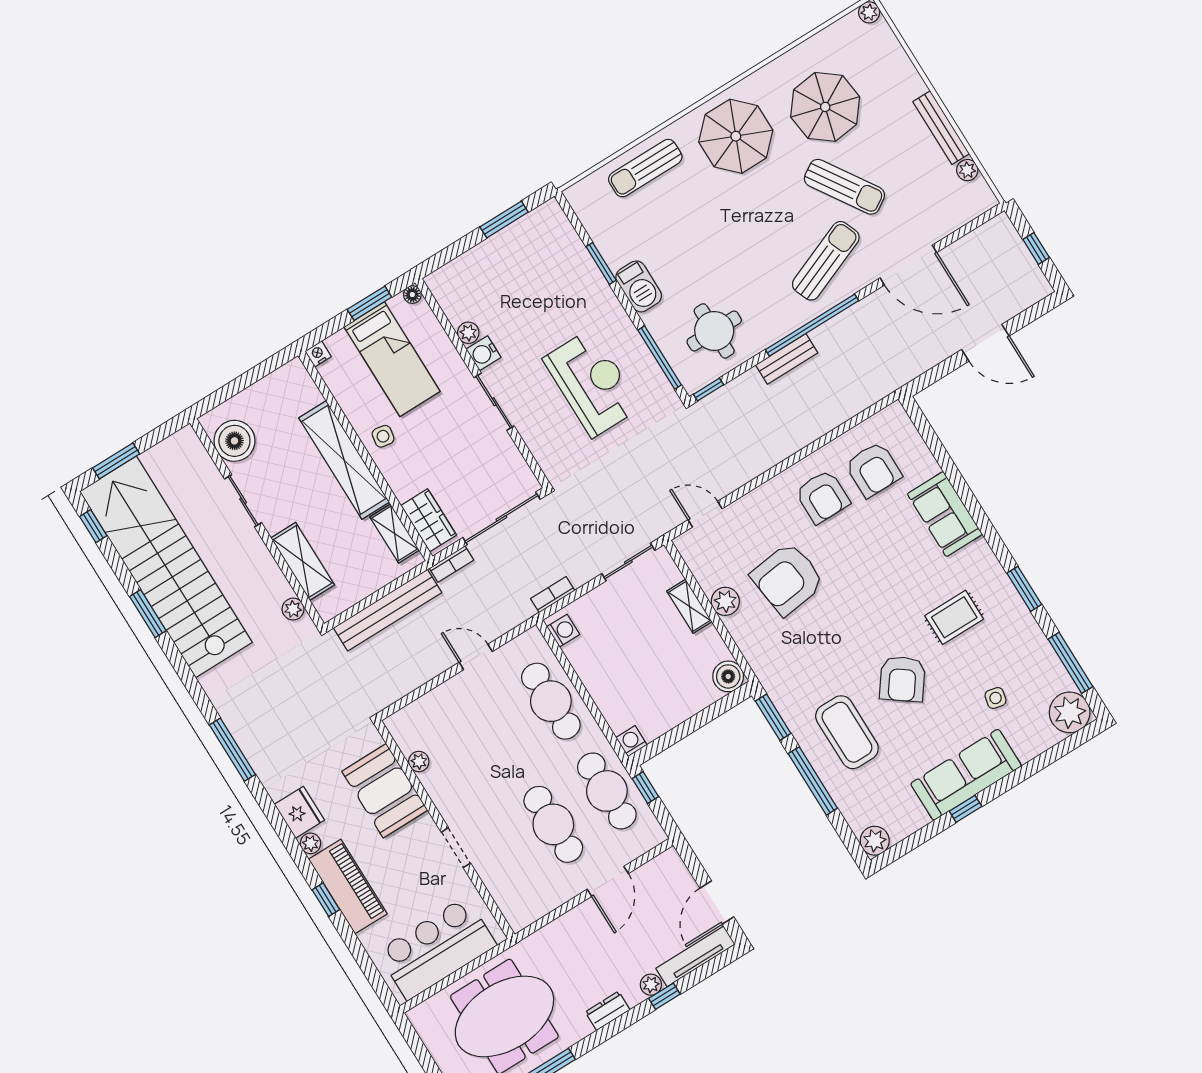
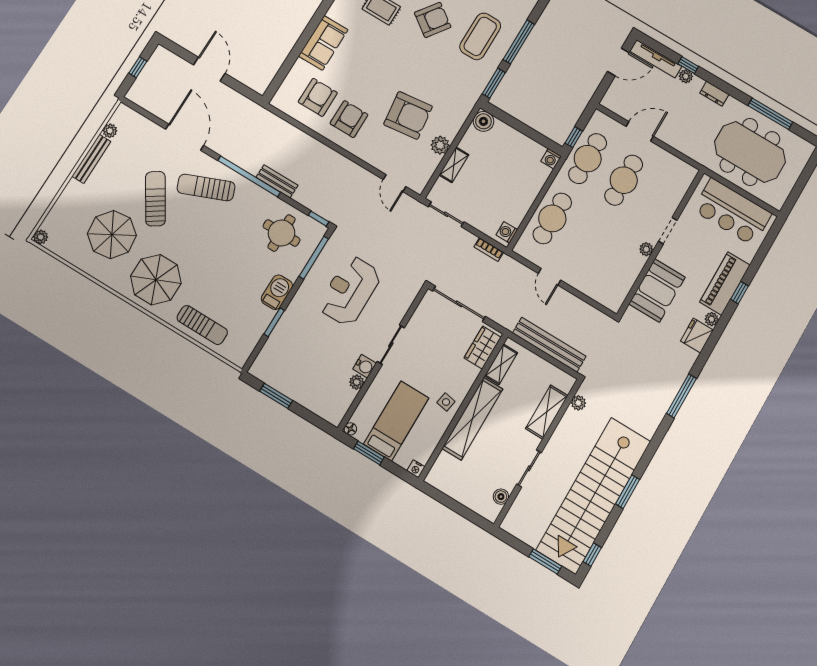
boiler: (234, 441) -> (501, 497), width x0.54, depth x0.54
bookcase: (451, 564) -> (502, 320), removed
plant: (419, 762) -> (646, 249), moved

